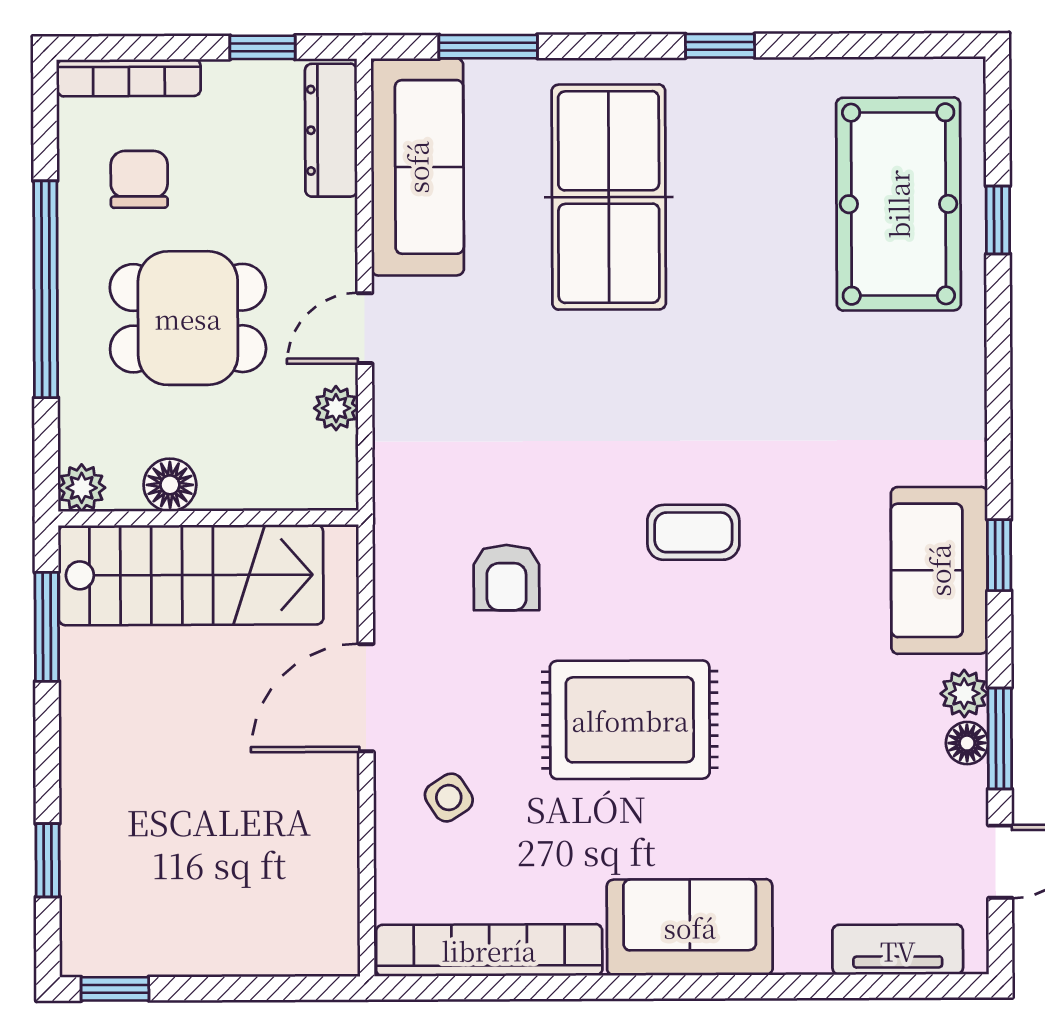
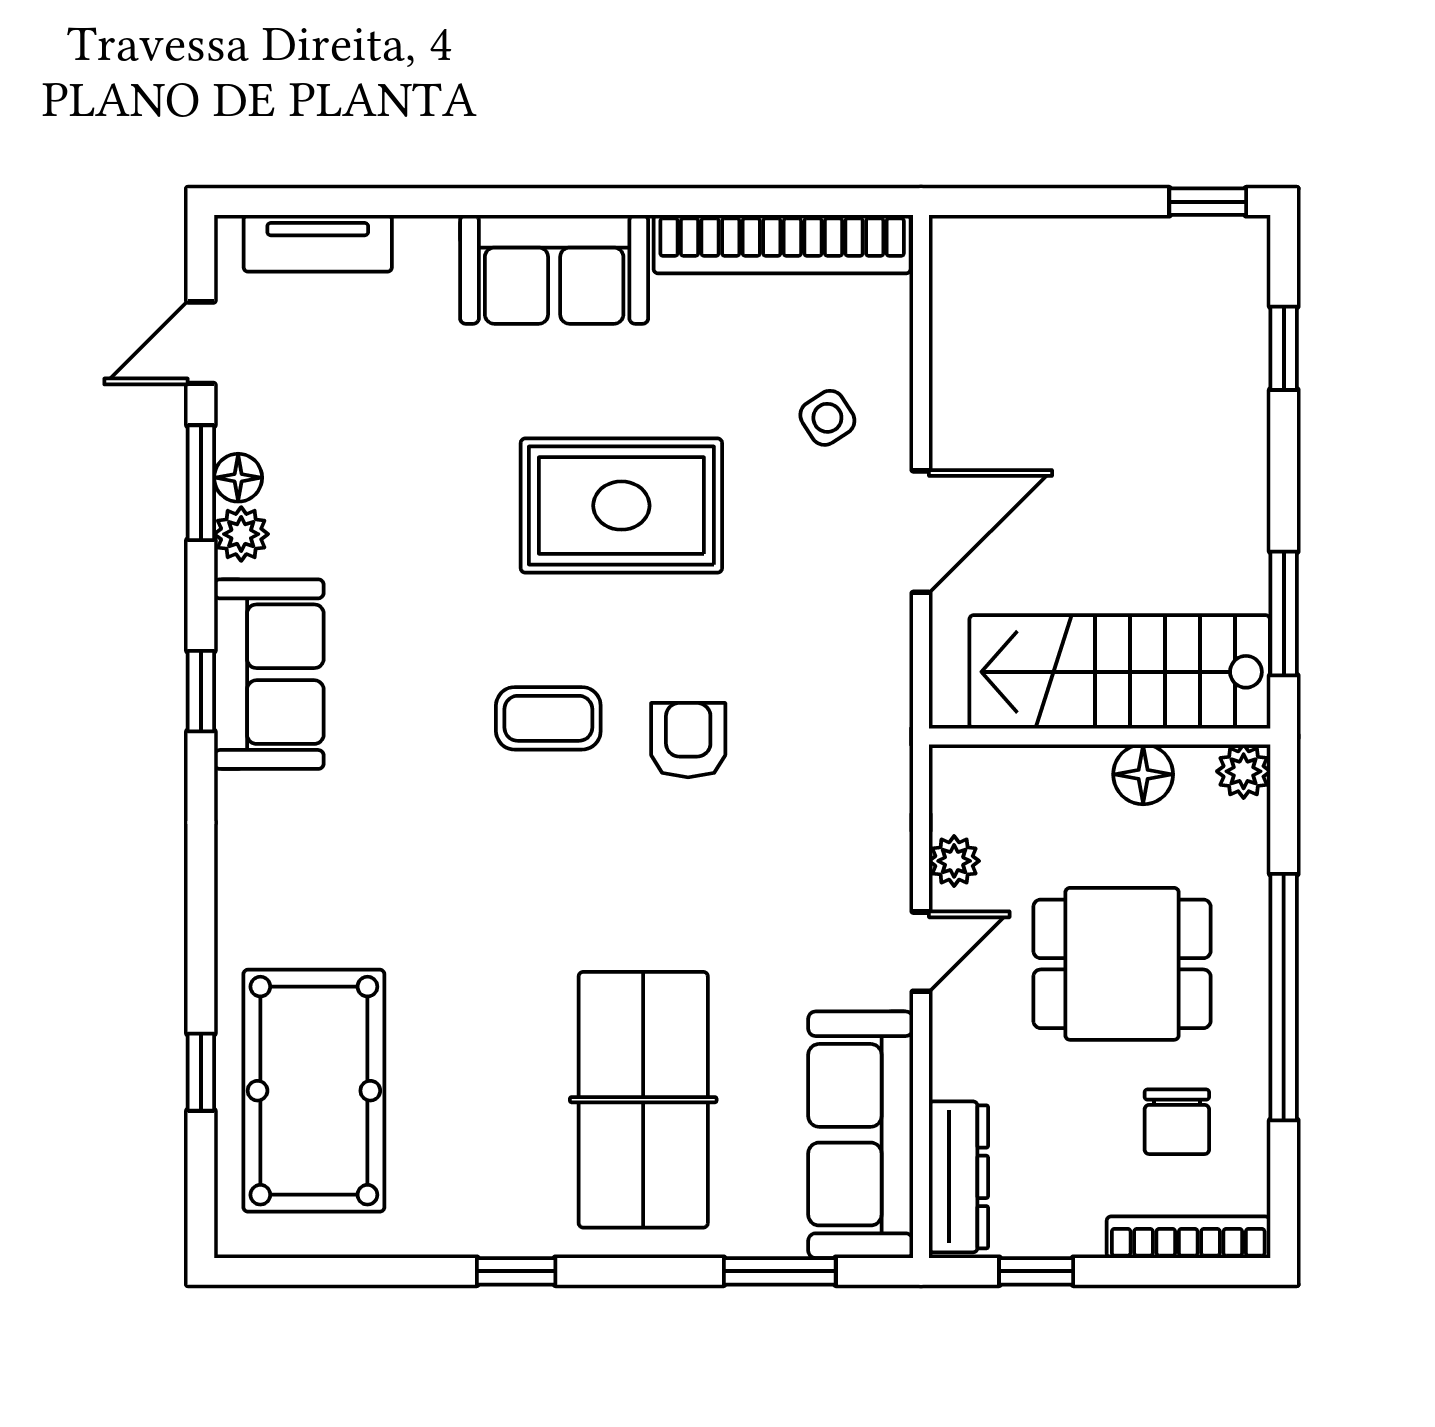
armchair: (506, 578) -> (688, 740), moved

